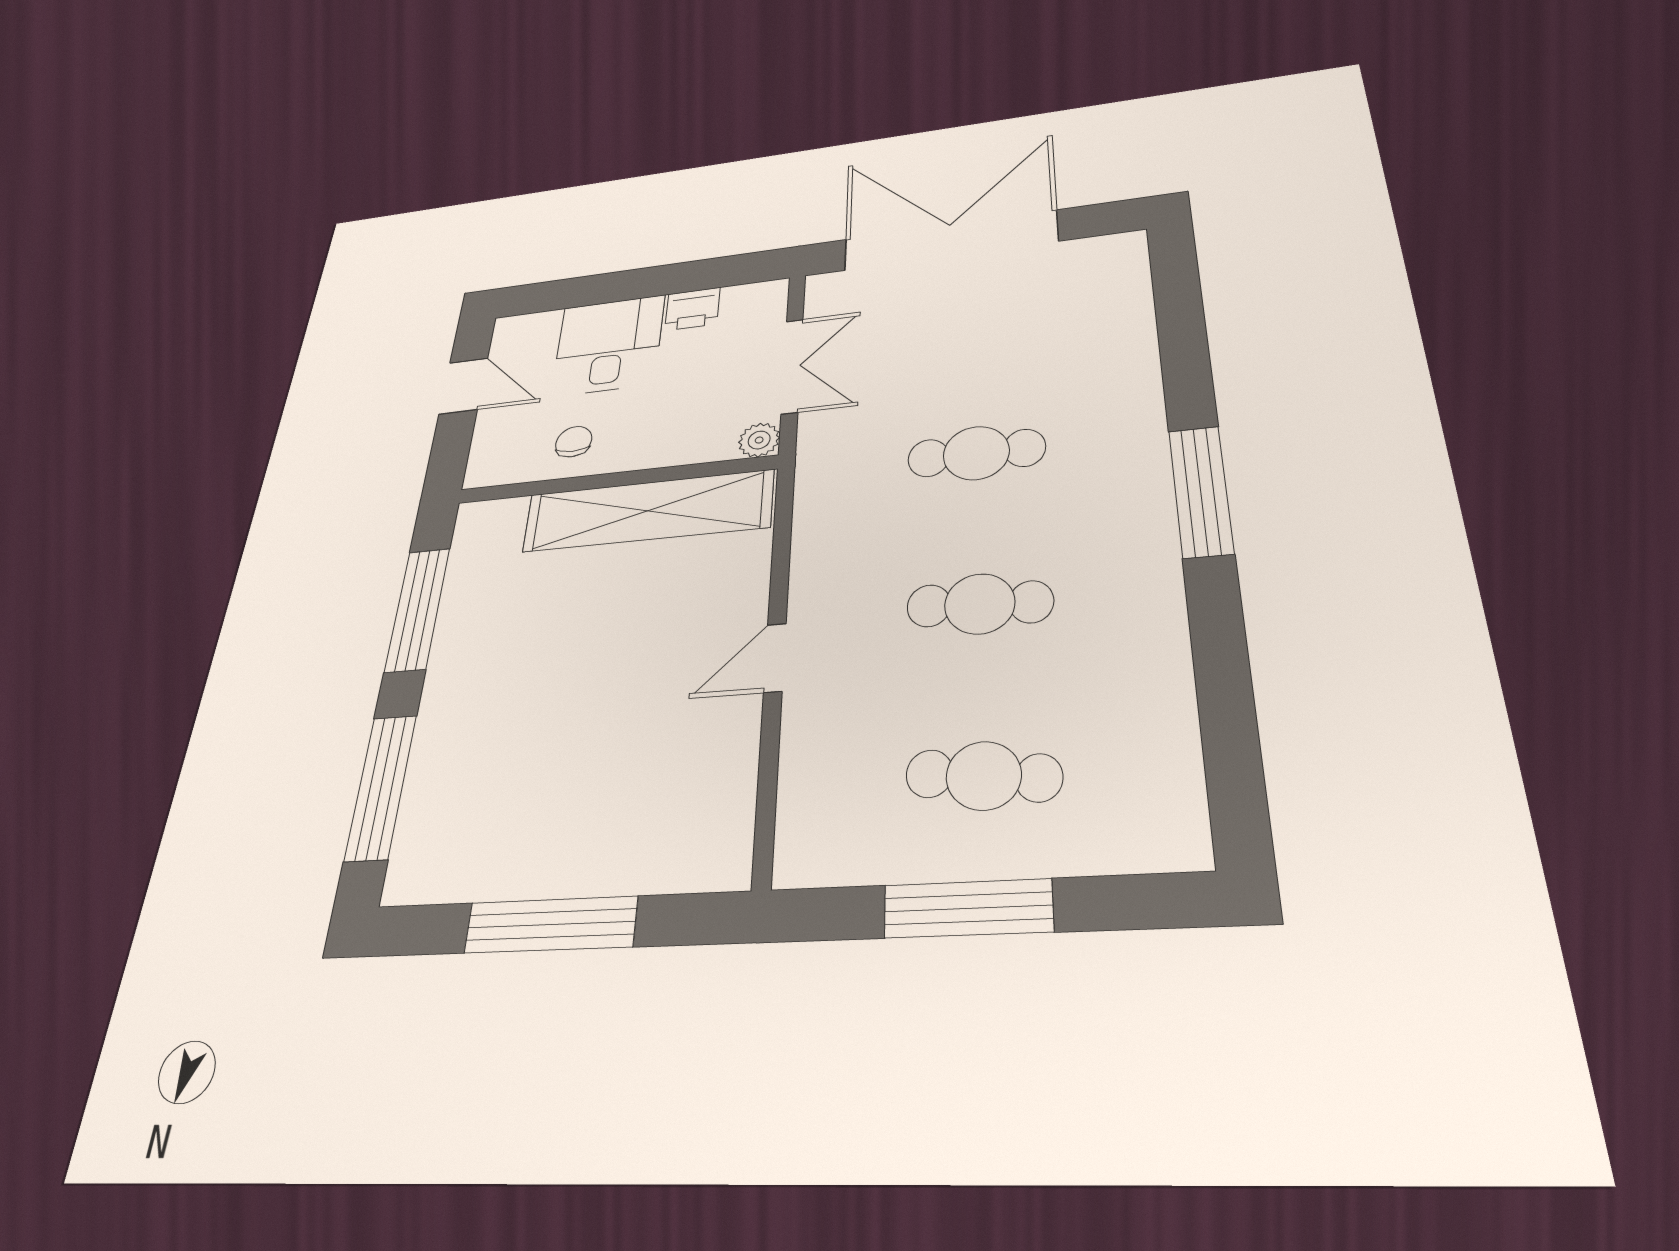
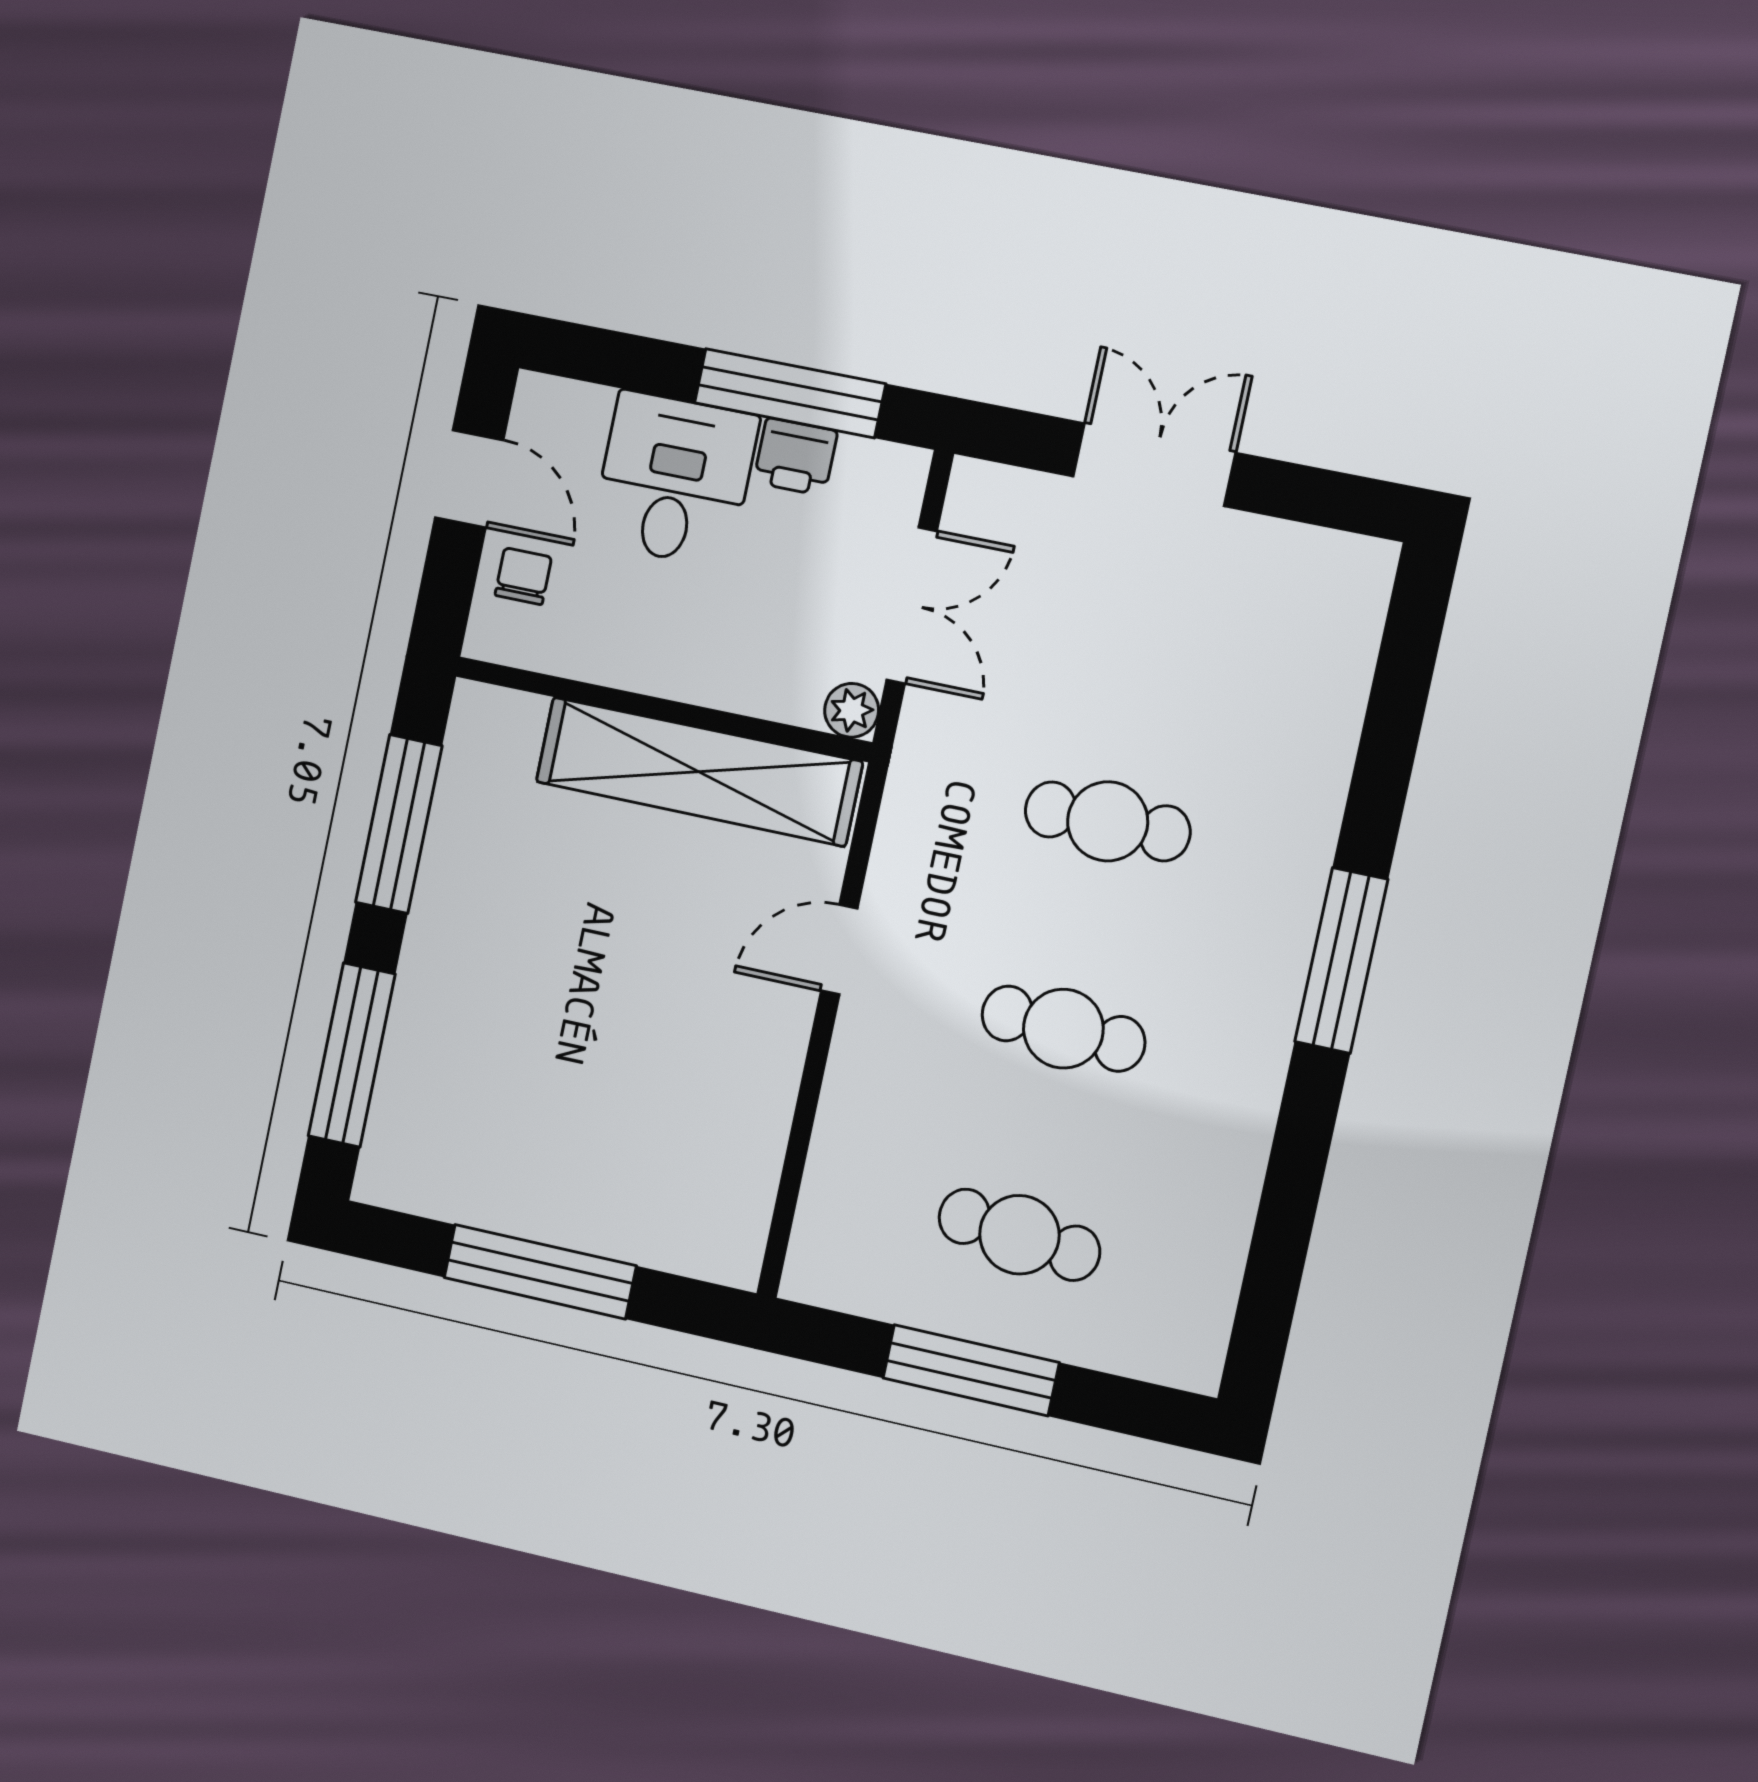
double door: (950, 240) -> (1154, 465), width x0.54
window: (683, 277) -> (790, 393), added
chair: (574, 442) -> (523, 576), moved
door: (775, 658) -> (839, 950), moved

